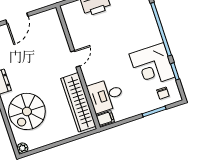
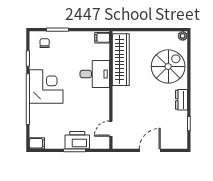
door: (75, 59) -> (111, 129), moved
corner desk: (152, 66) -> (46, 87), moved
desk: (106, 95) -> (95, 74), moved

